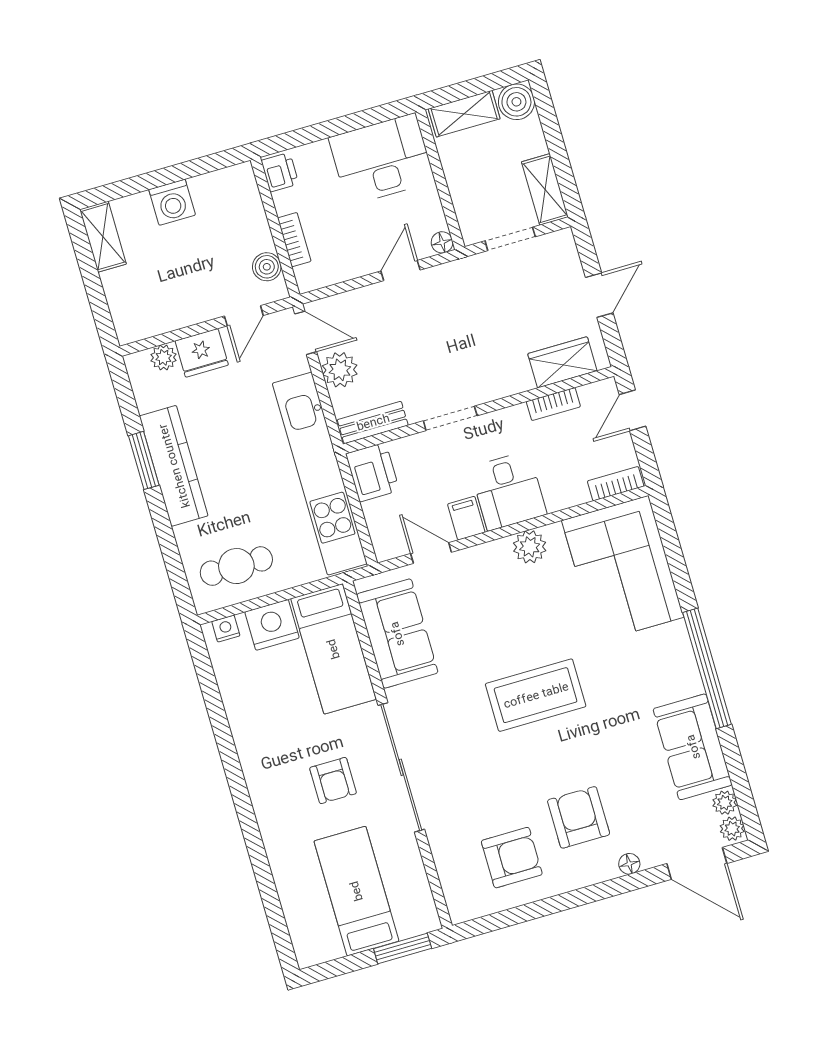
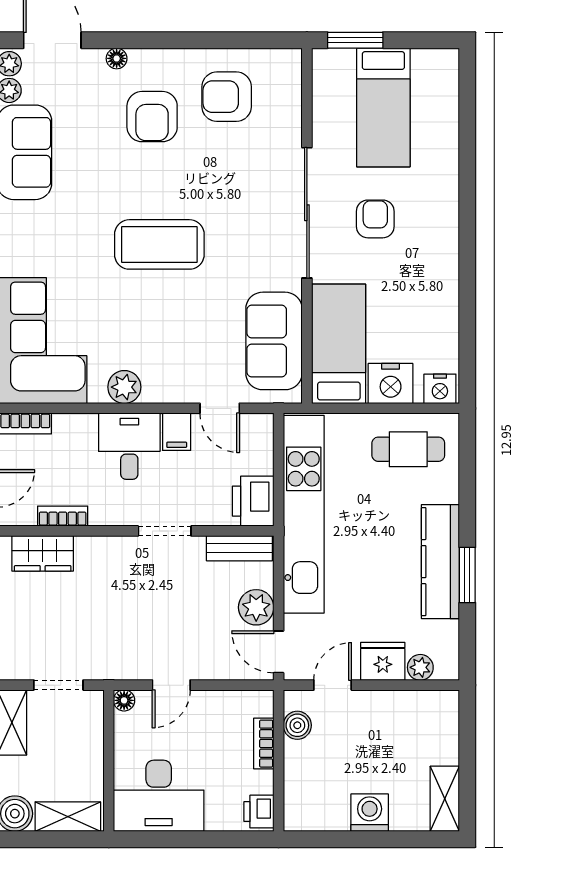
nightstand: (226, 629) -> (440, 389), width x1.39, depth x1.35

